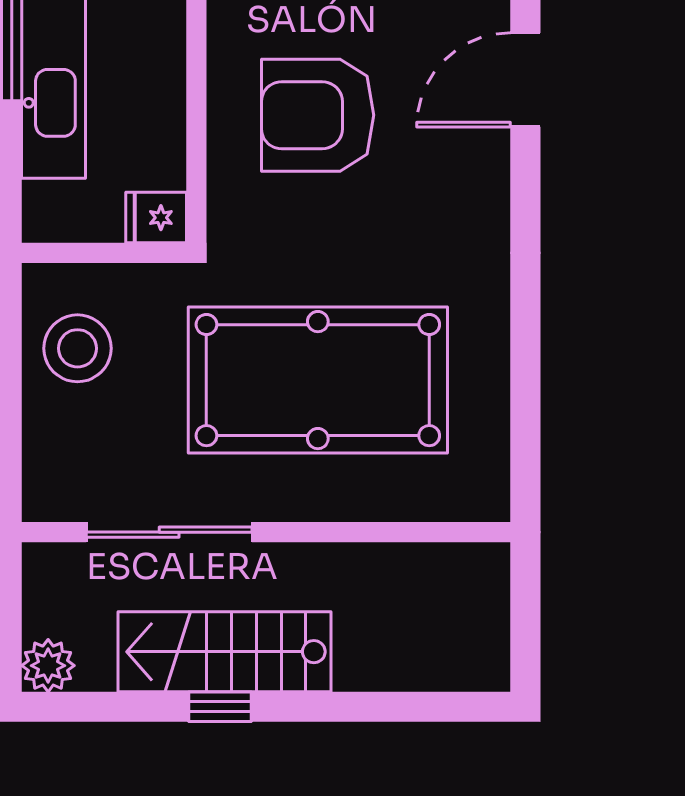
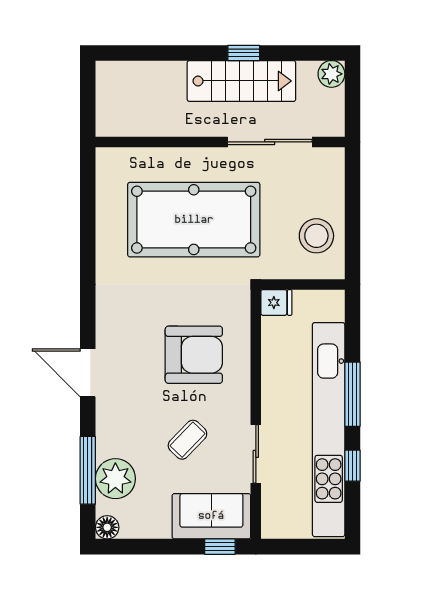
door: (525, 80) -> (88, 373), swing flipped

